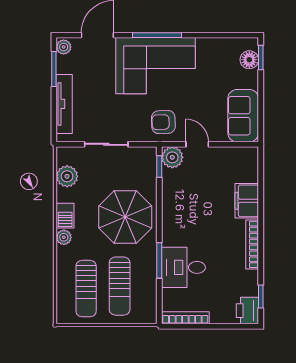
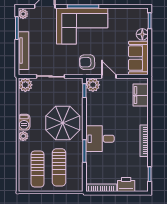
floor lamp: (249, 60) -> (142, 34), moved
plant: (67, 176) -> (25, 85), moved
filing cabinet: (247, 201) -> (141, 95), moved
desk: (183, 267) -> (100, 139), moved
printer: (247, 311) -> (126, 185), moved, turned 90

